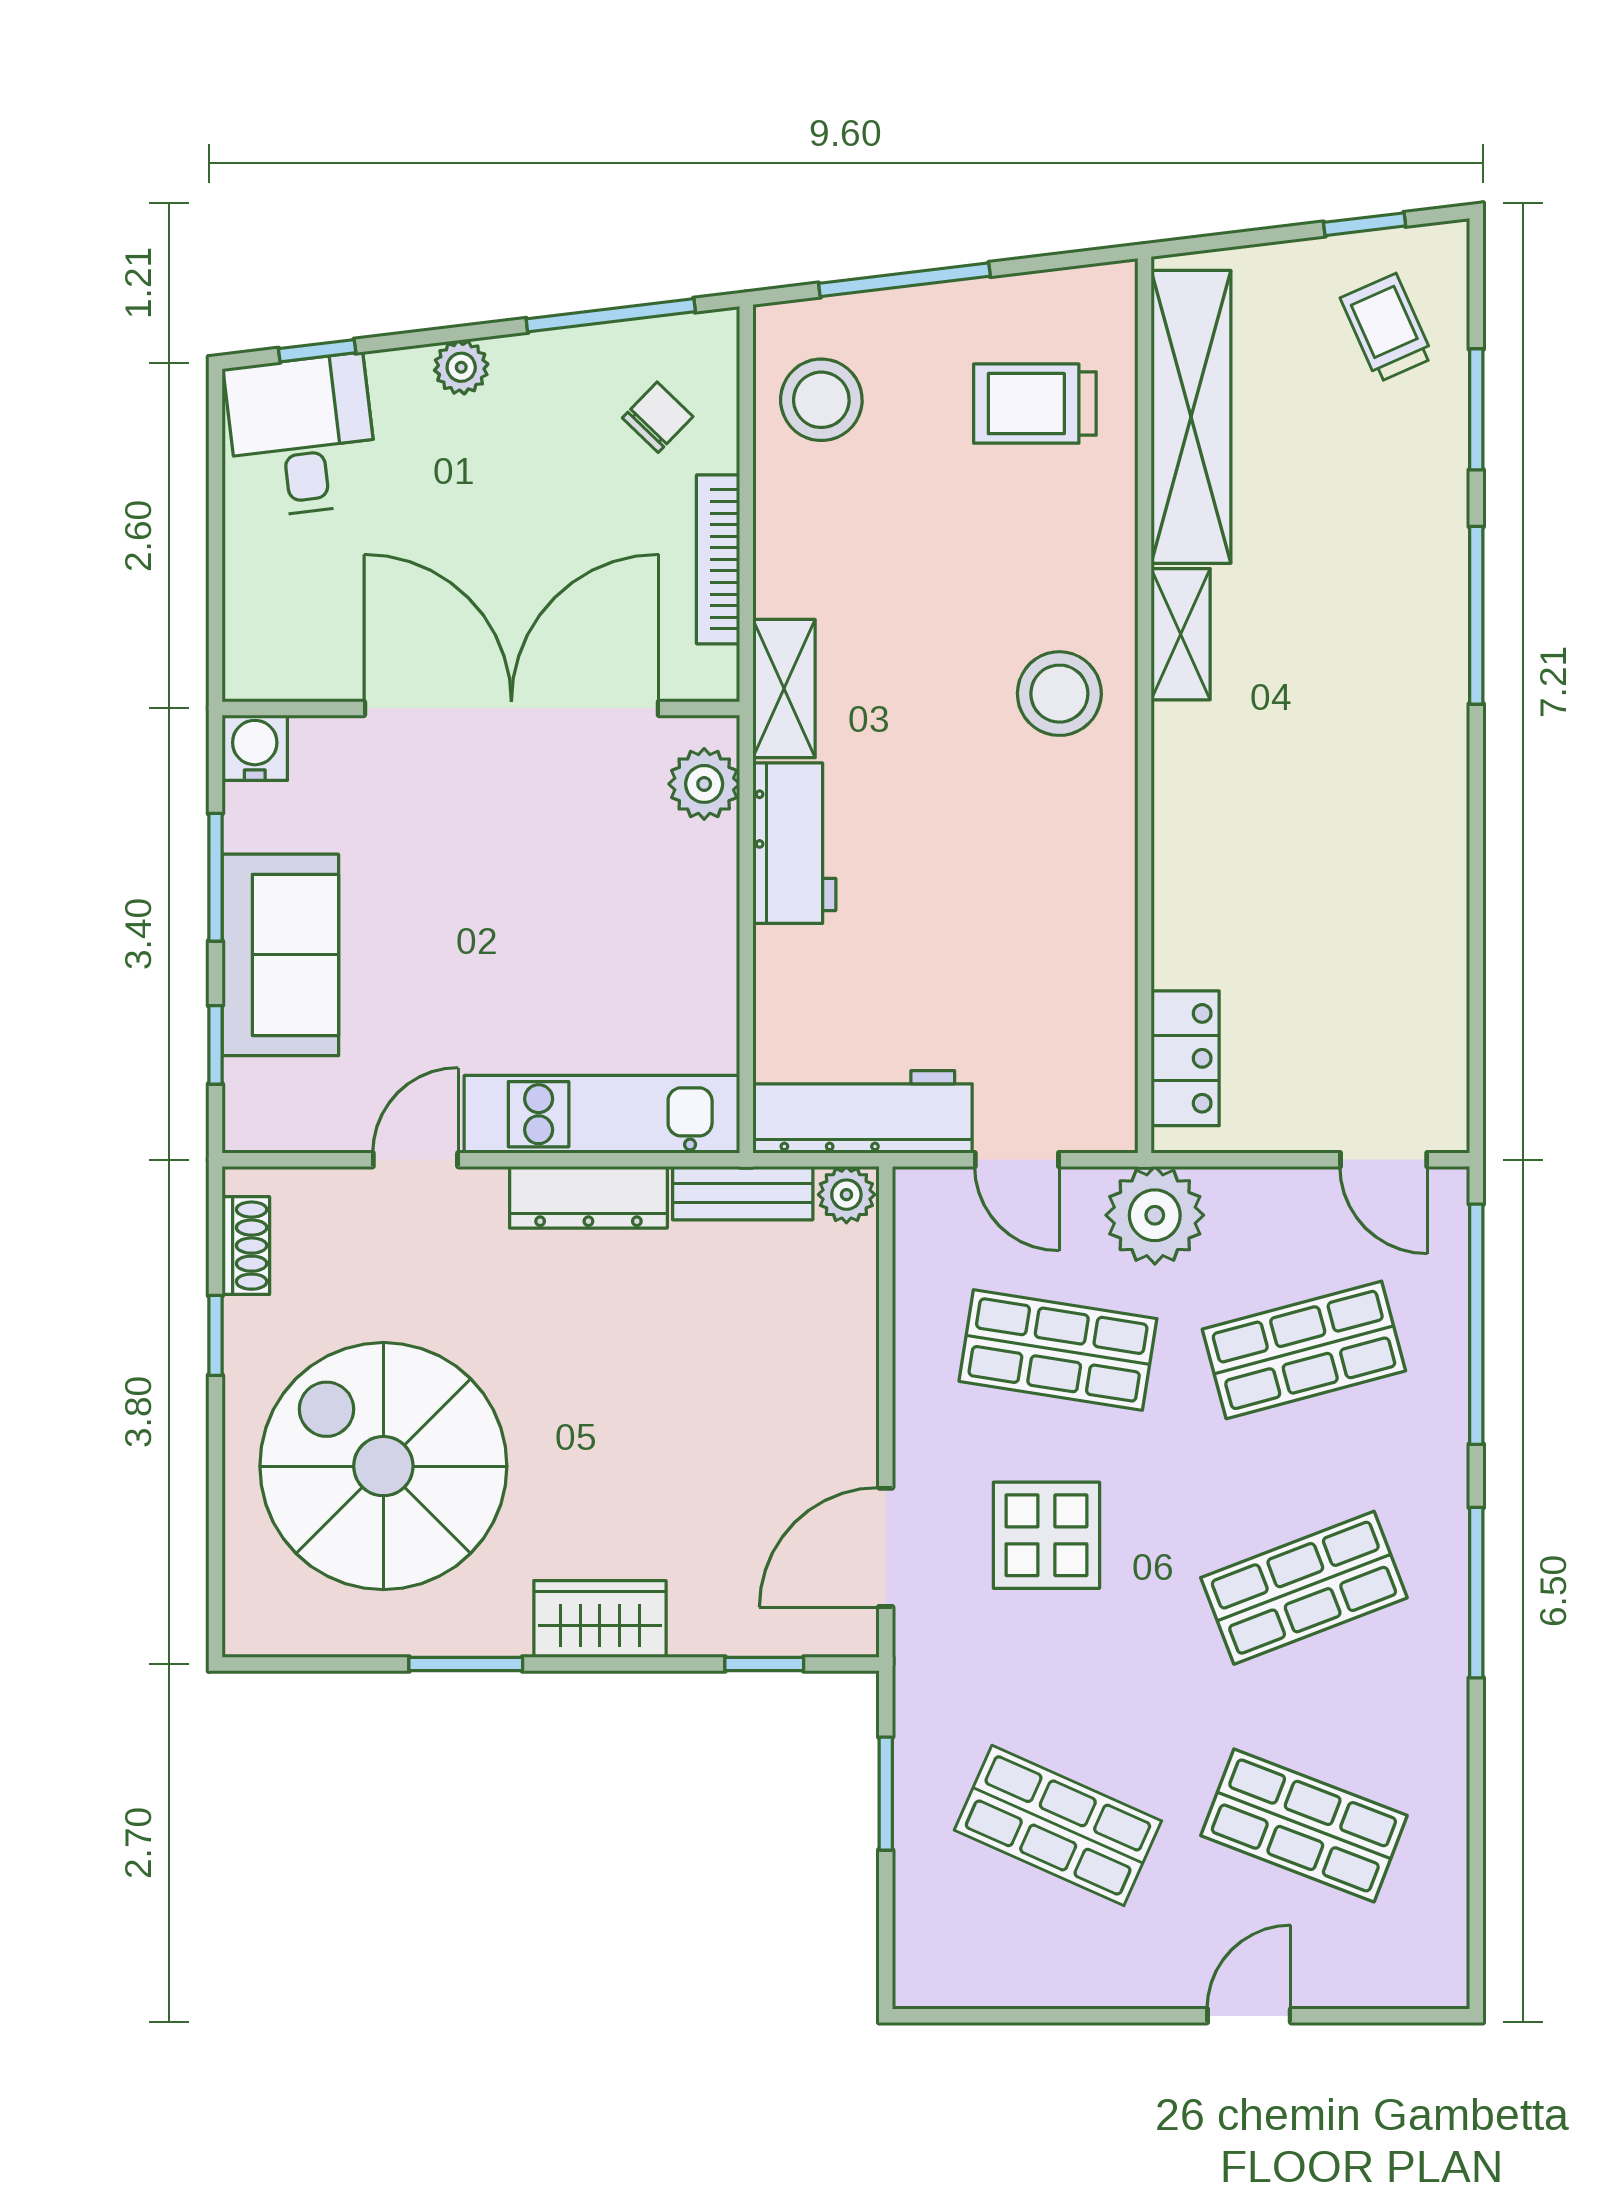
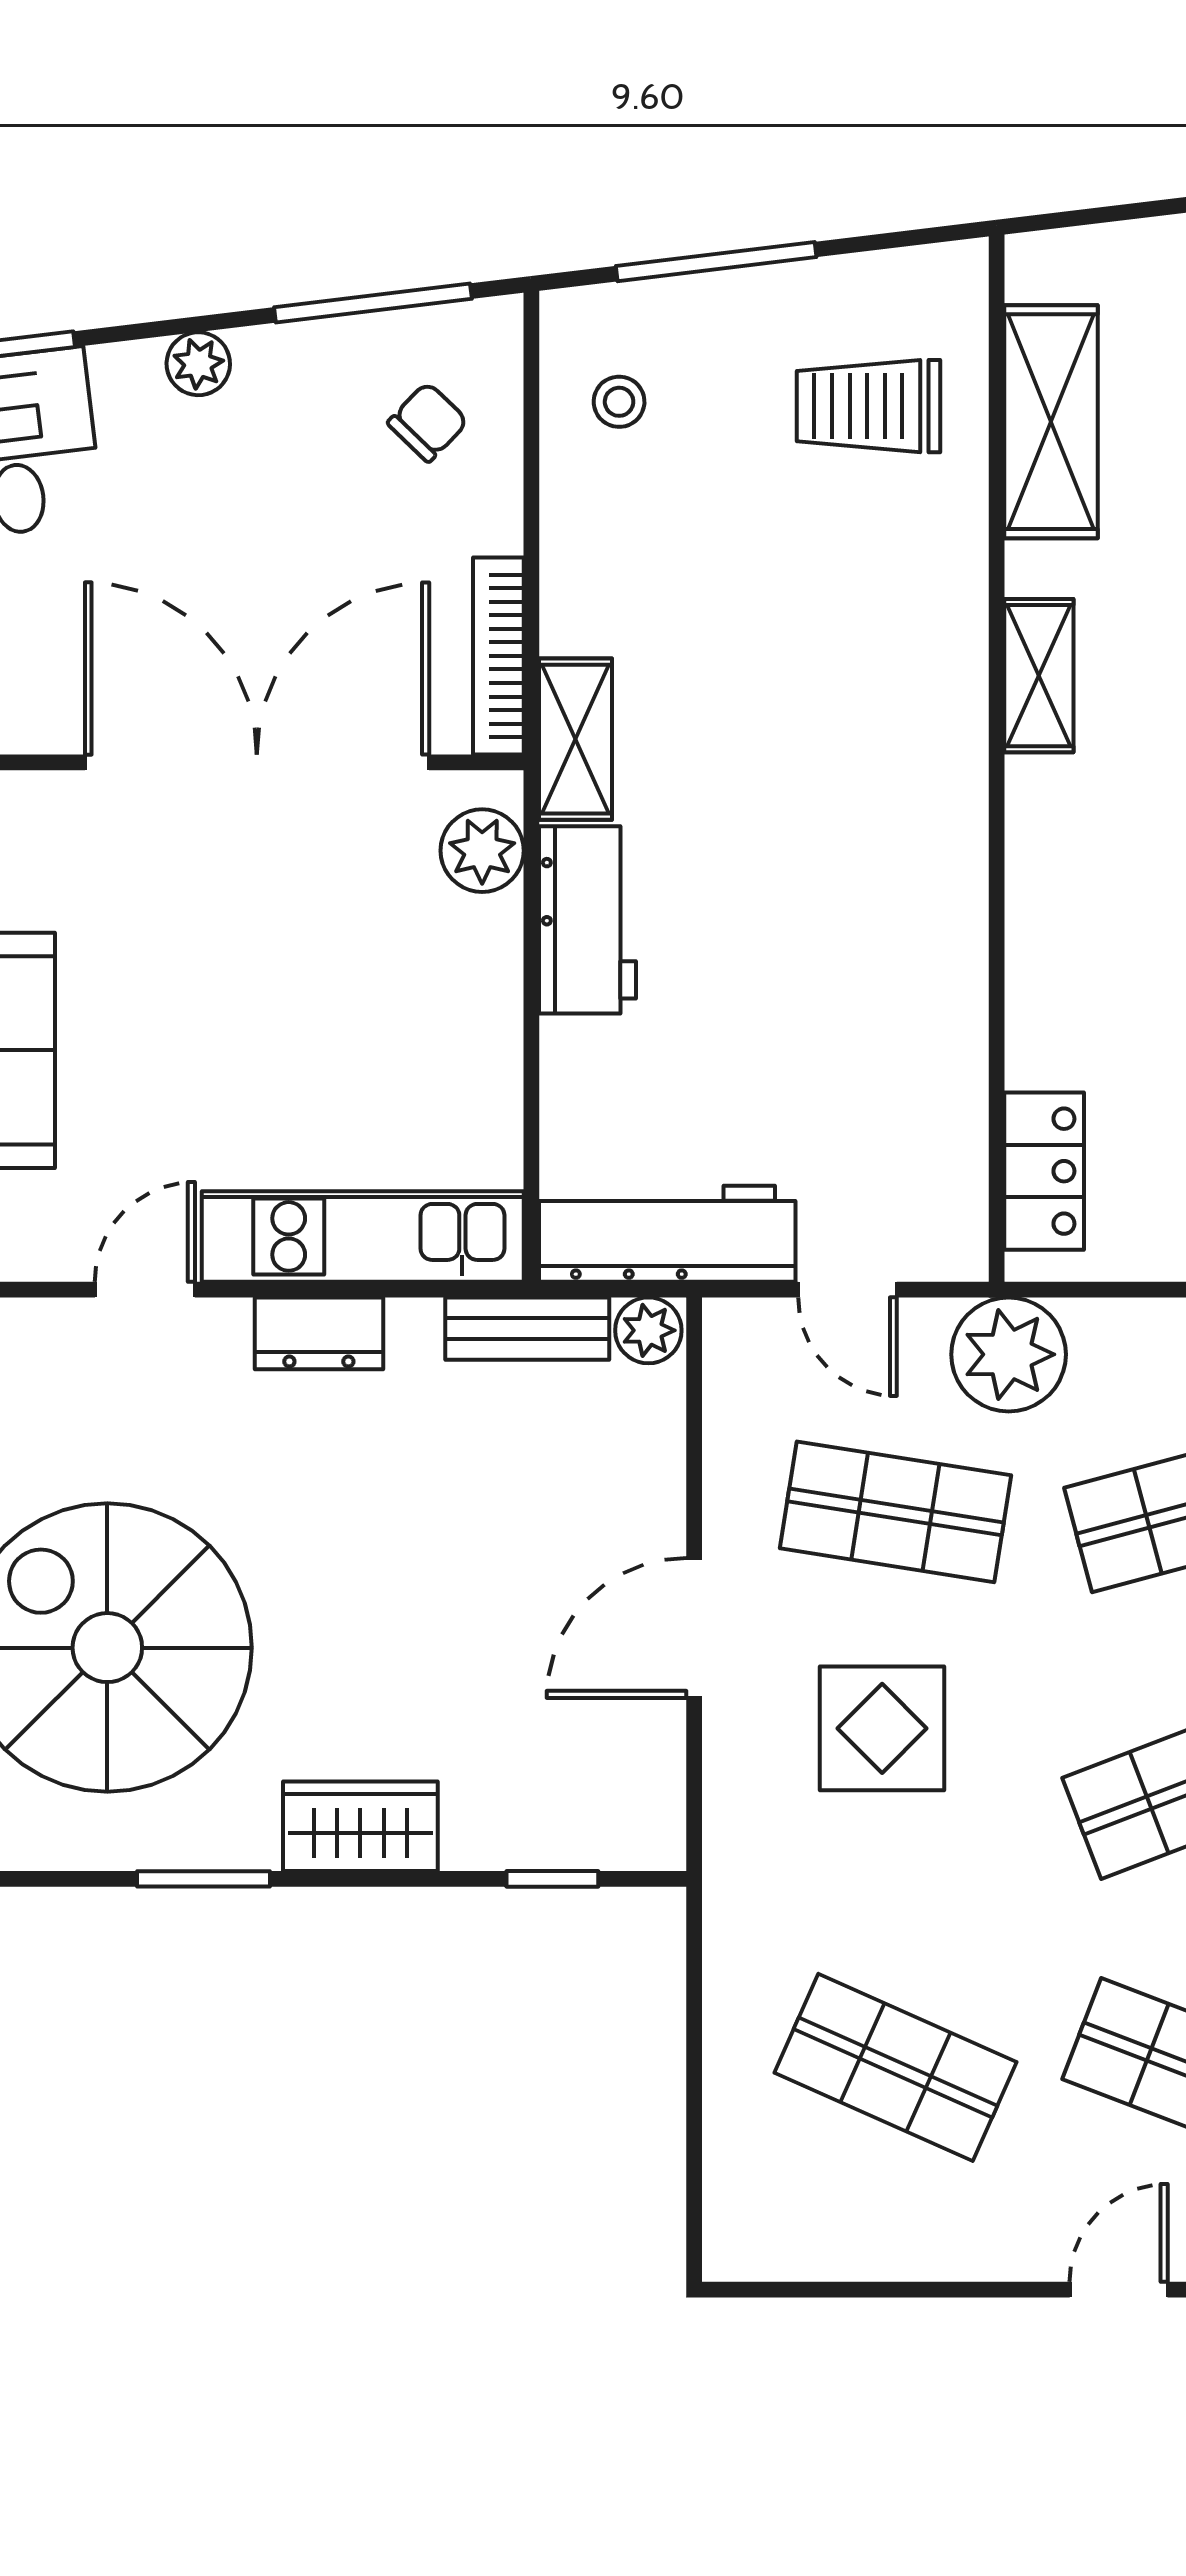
stool: (821, 400) -> (619, 402), width x0.53, depth x0.53
shelving: (1191, 417) -> (1051, 422), width x0.68
bookcase: (718, 559) -> (498, 656), moved
stool: (1059, 694) -> (897, 745), removed
dresser: (588, 1197) -> (319, 1333), width x0.70
door: (886, 1547) -> (694, 1628), moved
window: (886, 1794) -> (694, 2030), removed

